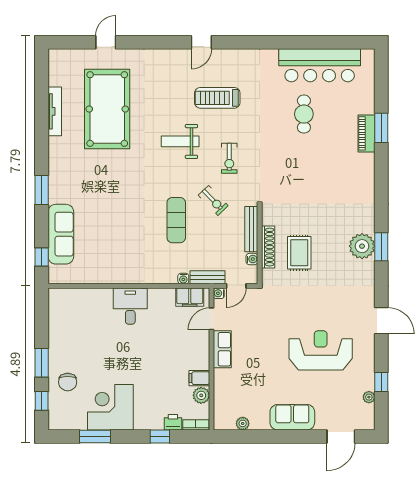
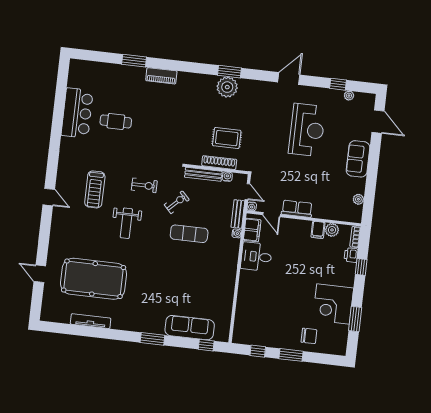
bar counter: (320, 65) -> (77, 113), width x0.73
piano: (367, 133) -> (161, 76), moved
desk: (130, 306) -> (256, 257), moved
reception desk: (321, 350) -> (307, 130), turned 180
window: (42, 401) -> (258, 351), moved

